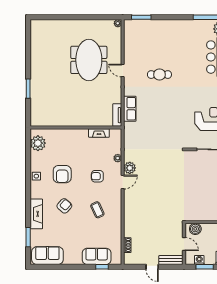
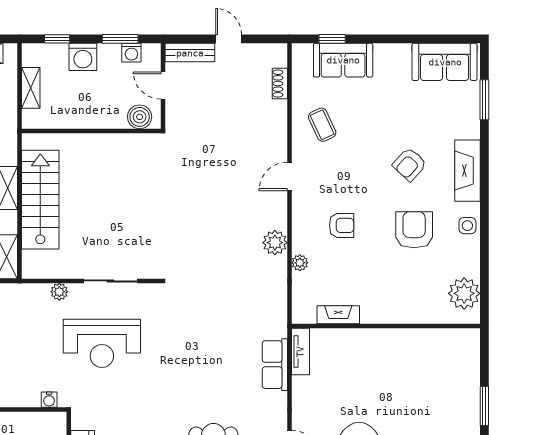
door: (123, 182) -> (289, 176), moved
coffee table: (97, 210) -> (322, 125), moved
fireplace: (36, 214) -> (467, 171), moved

